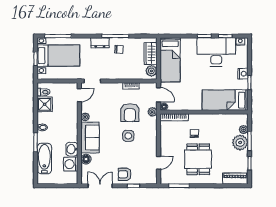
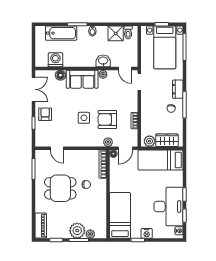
washbasin: (72, 149) -> (103, 61), moved

